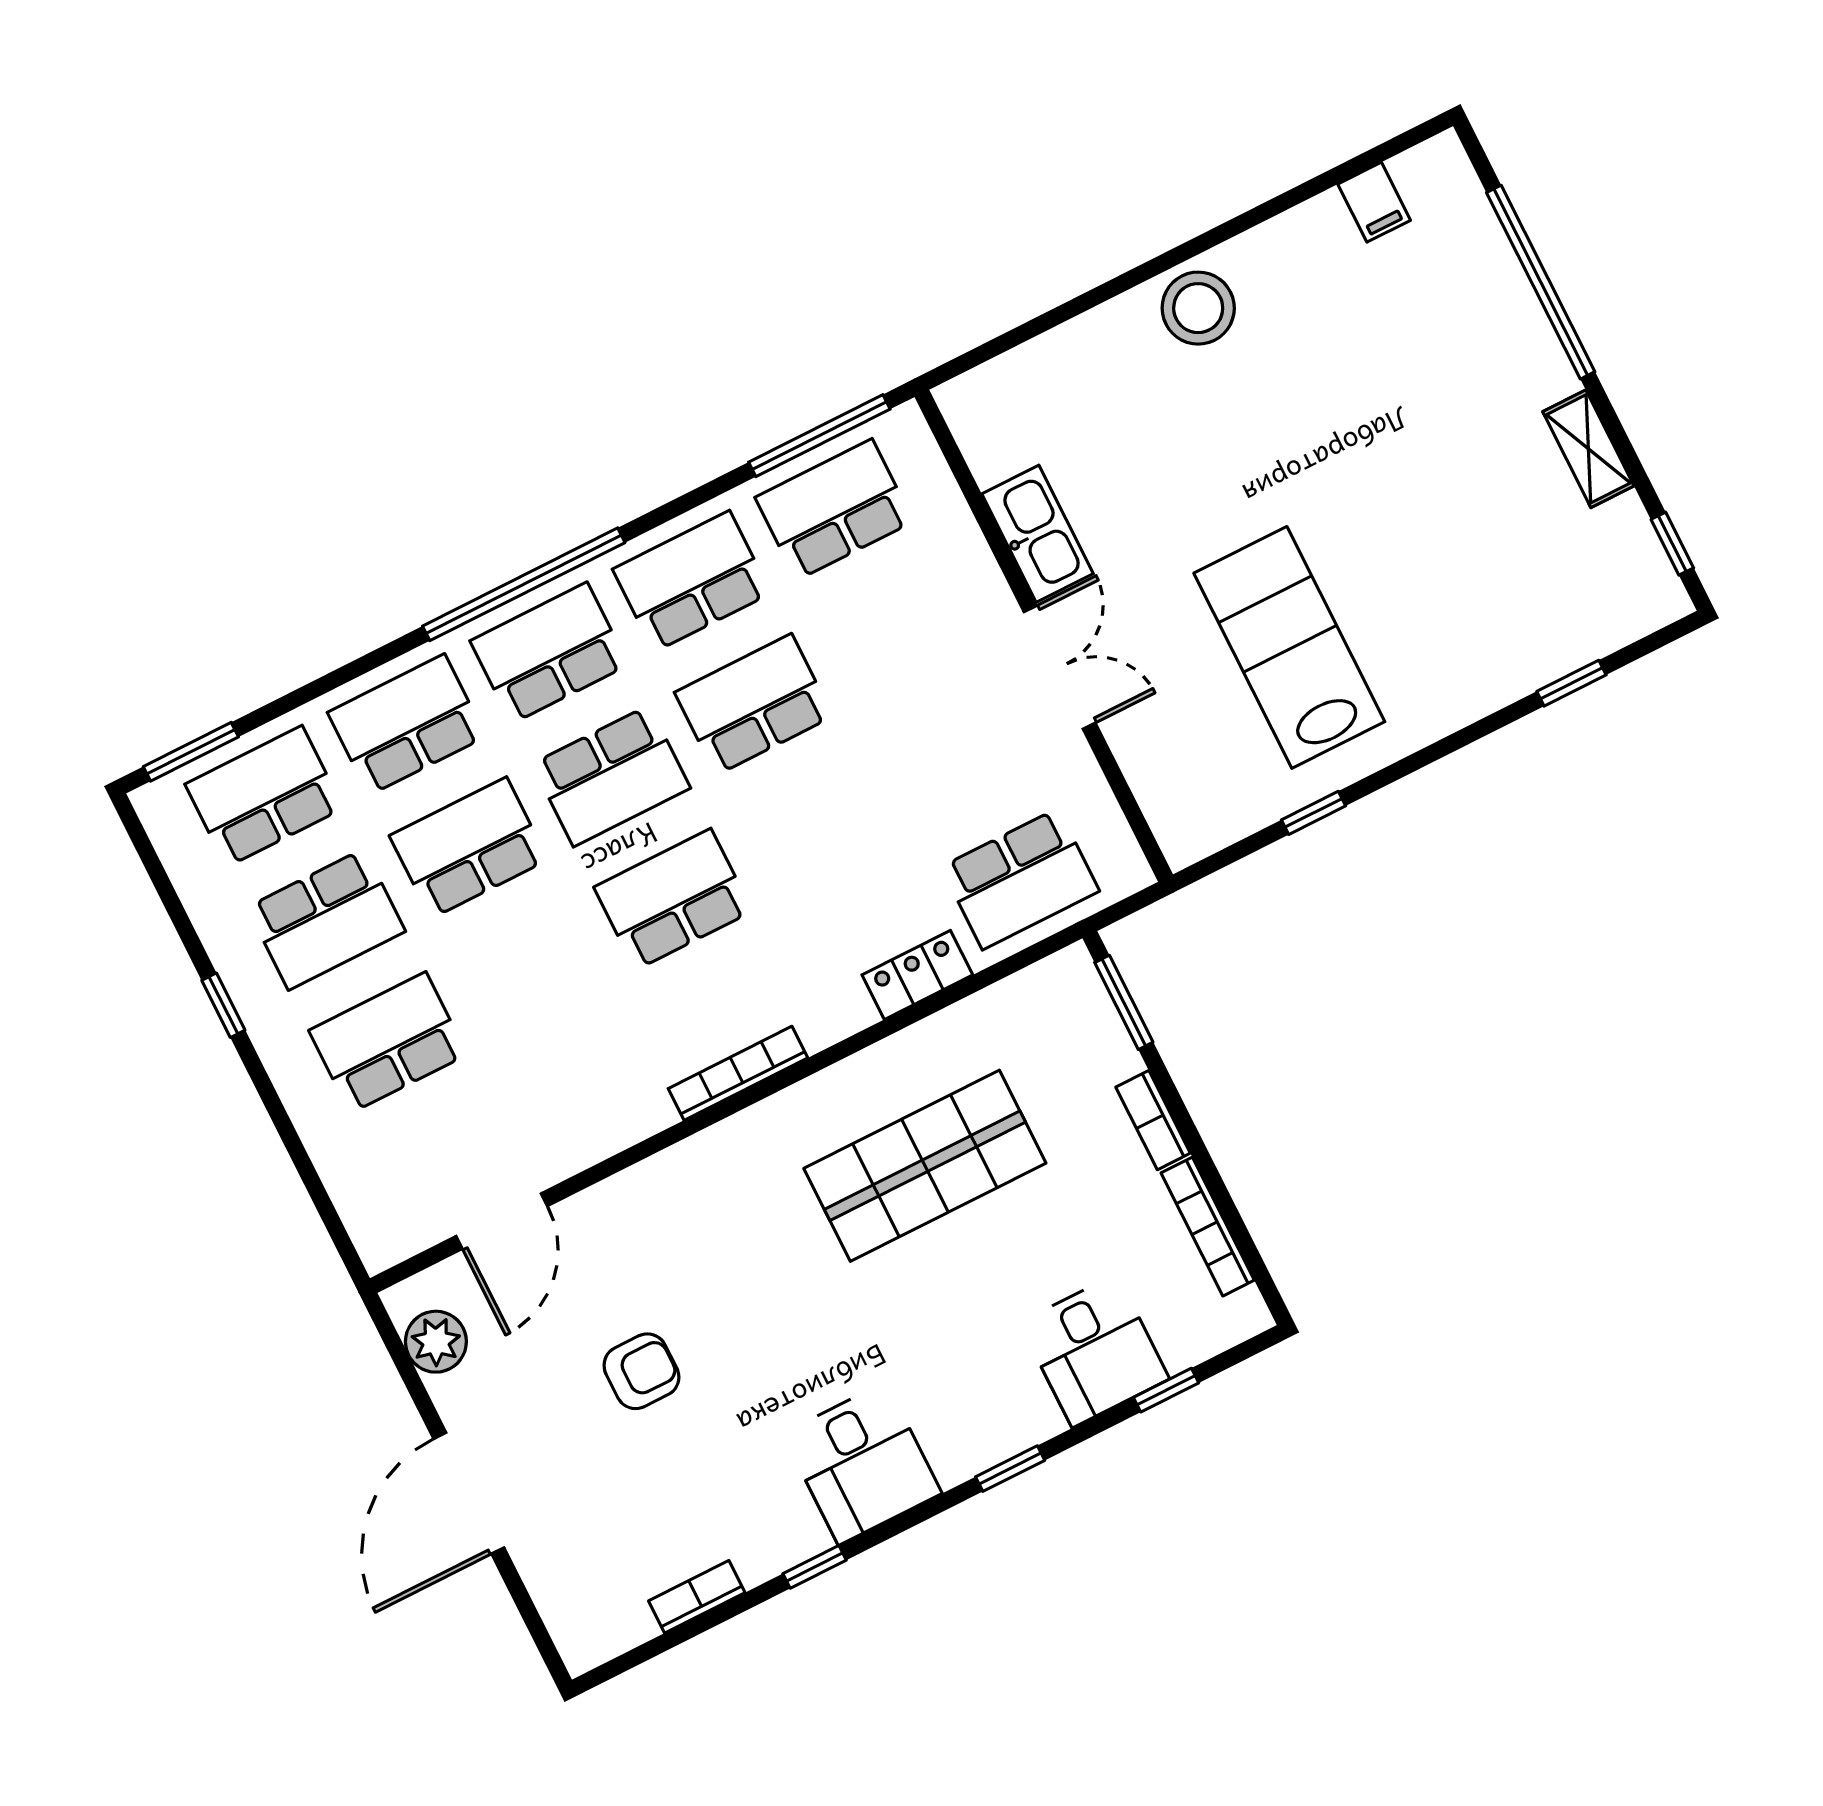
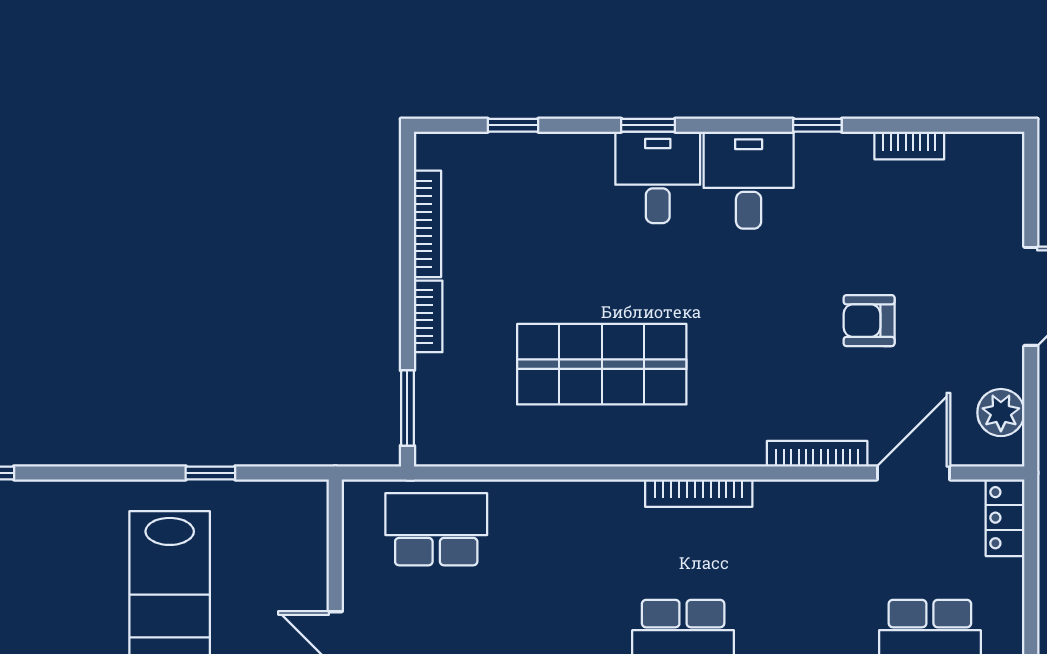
locker: (917, 975) -> (1005, 518), moved, turned 90
bookcase: (624, 1187) -> (817, 454), added
desk: (1094, 1351) -> (658, 177), moved

